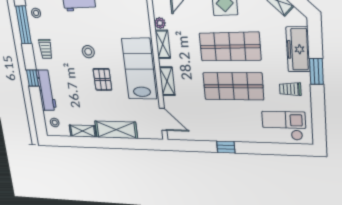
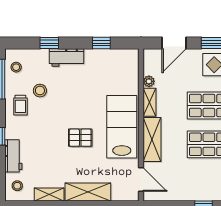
stool: (88, 52) -> (40, 91), moved
pallet: (102, 79) -> (80, 138), turned 90
shelving: (167, 81) -> (152, 139), width x1.50, depth x1.33
workbench: (46, 90) -> (13, 156), width x0.73

